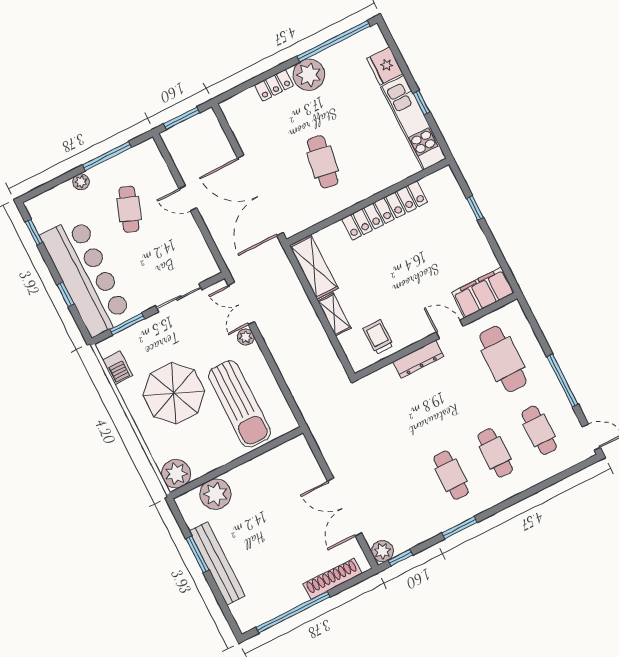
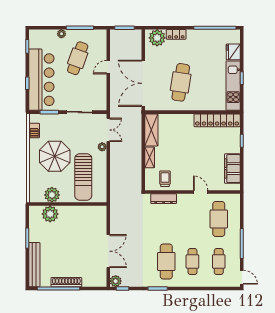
plant: (309, 75) -> (157, 38), moved
cafe table: (323, 162) -> (181, 82), width x1.37, depth x1.35
door: (188, 198) -> (108, 67), hinge flipped
cafe table: (129, 209) -> (78, 58), width x1.37, depth x1.35
locker: (385, 211) -> (217, 120), moved
filing cabinet: (483, 292) -> (232, 169), moved, turned -90
double door: (241, 304) -> (108, 130), swing flipped
dresser: (418, 359) -> (164, 199), moved
plant: (176, 474) -> (52, 195), moved
cafe table: (451, 475) -> (166, 262), width x1.37, depth x1.35
double door: (345, 507) -> (108, 251), swing flipped
bench: (217, 563) -> (34, 265), moved
shoe rack: (332, 579) -> (66, 282), moved

